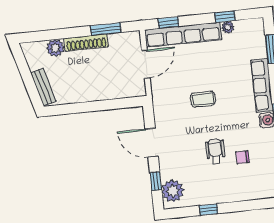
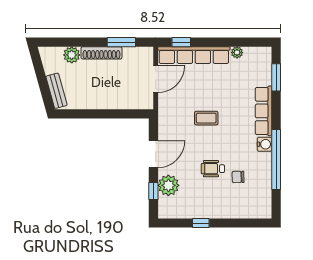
window: (225, 17) -> (235, 42), removed
door: (152, 143) -> (153, 154), swing flipped
wheelchair: (215, 151) -> (213, 169), turned -90
plant: (173, 191) -> (168, 185), moved

